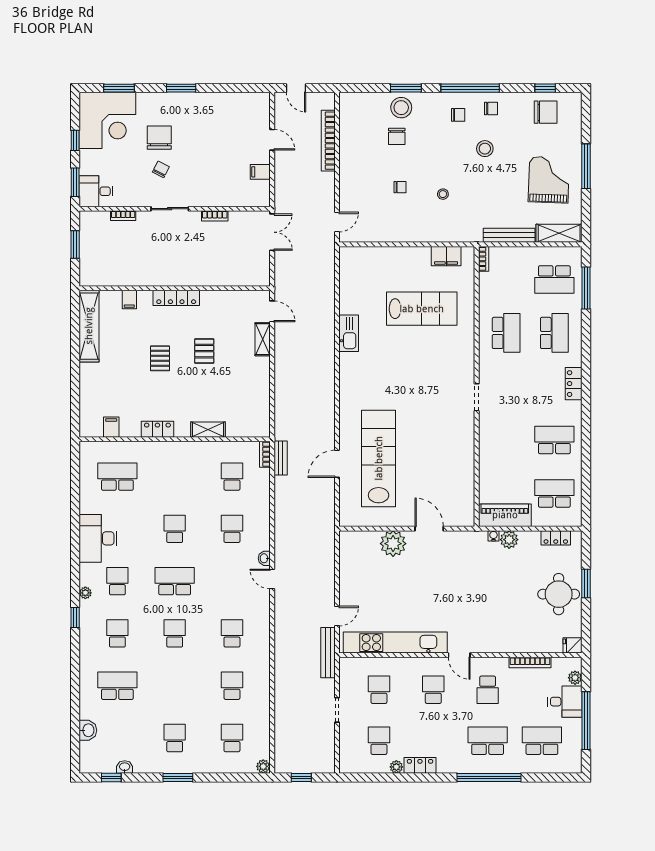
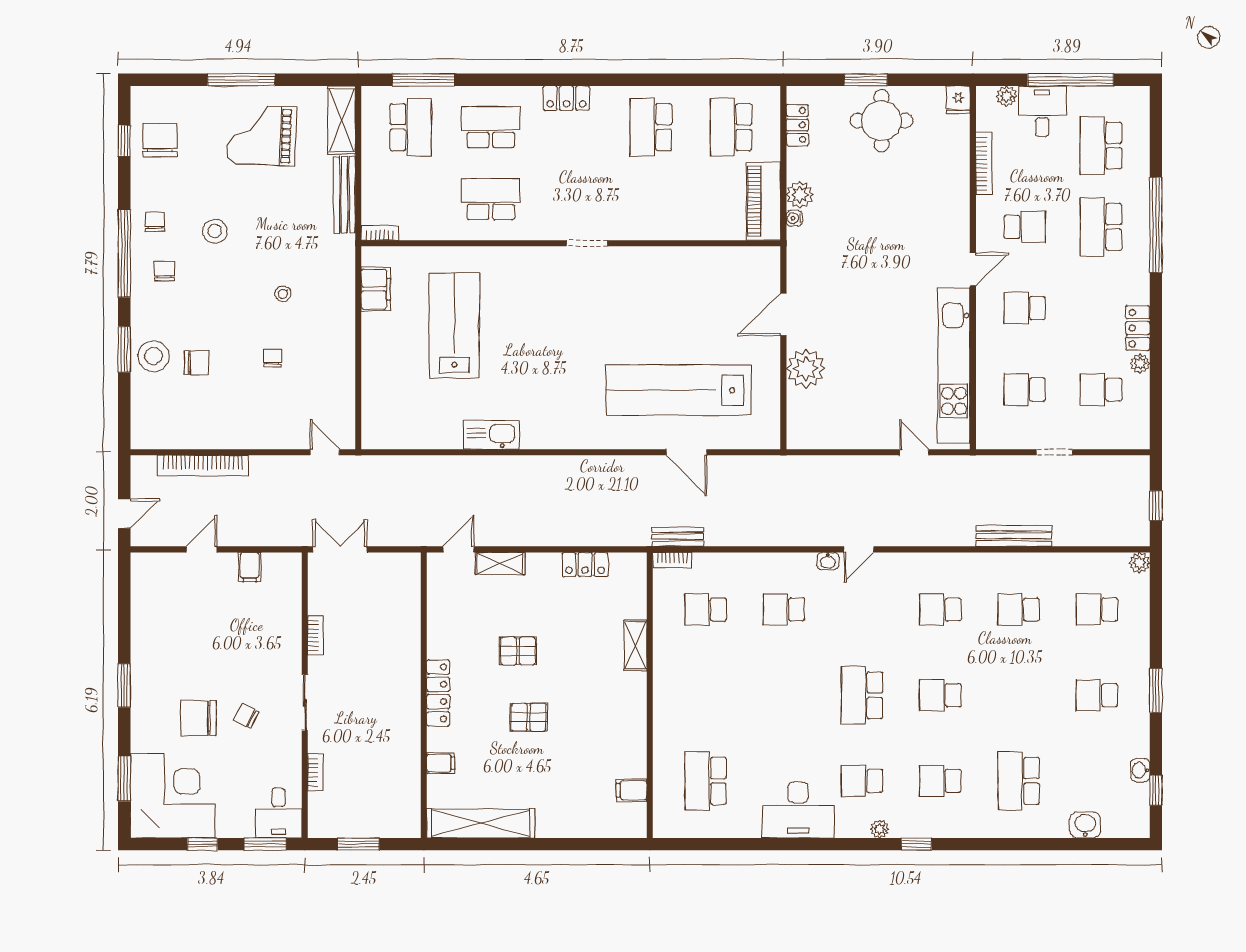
locker: (157, 429) -> (585, 565), moved, turned -90
school desk: (175, 529) -> (784, 695), removed
bench: (328, 653) -> (1014, 536), moved

